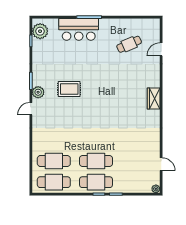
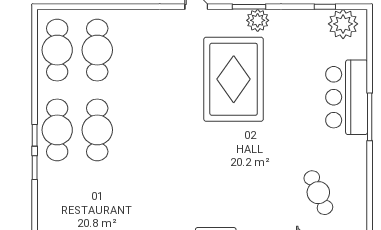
rug: (69, 89) -> (234, 79), width x1.86, depth x2.06
plant: (38, 92) -> (258, 20), moved

